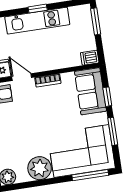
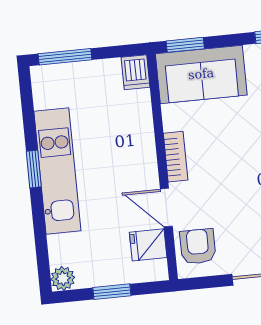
door: (22, 77) -> (166, 208), hinge flipped
window: (107, 97) -> (185, 45), moved

